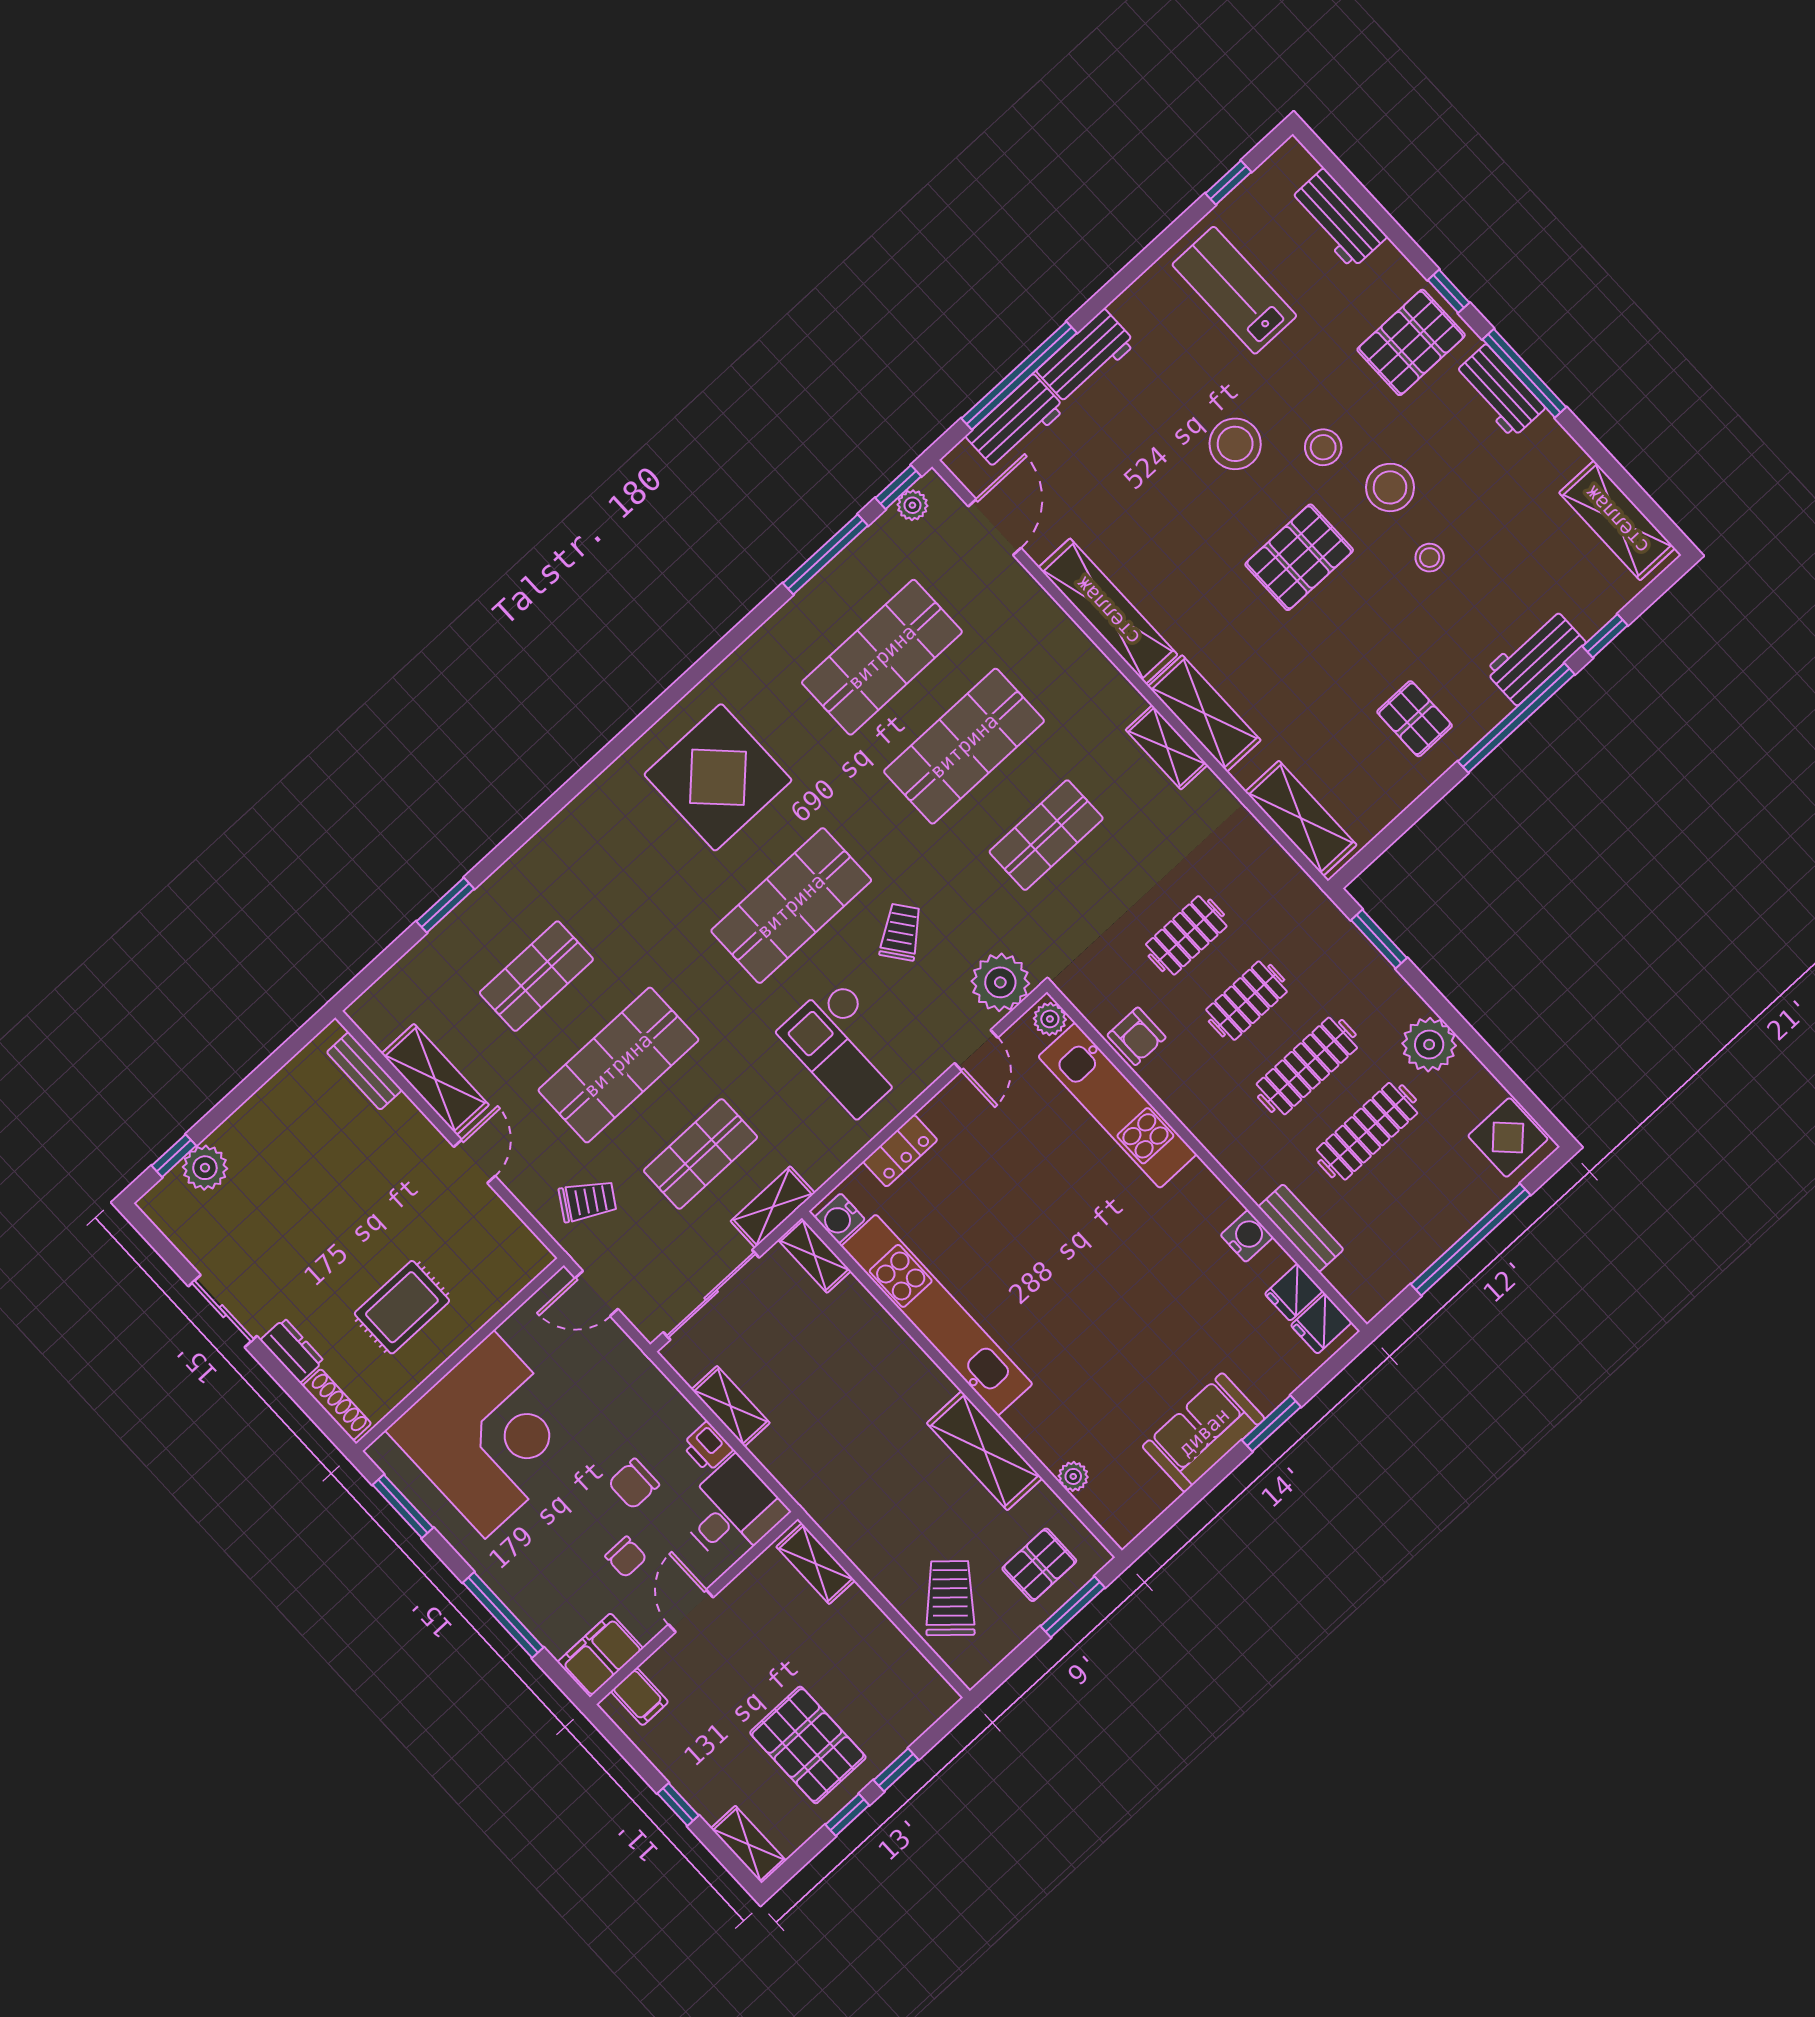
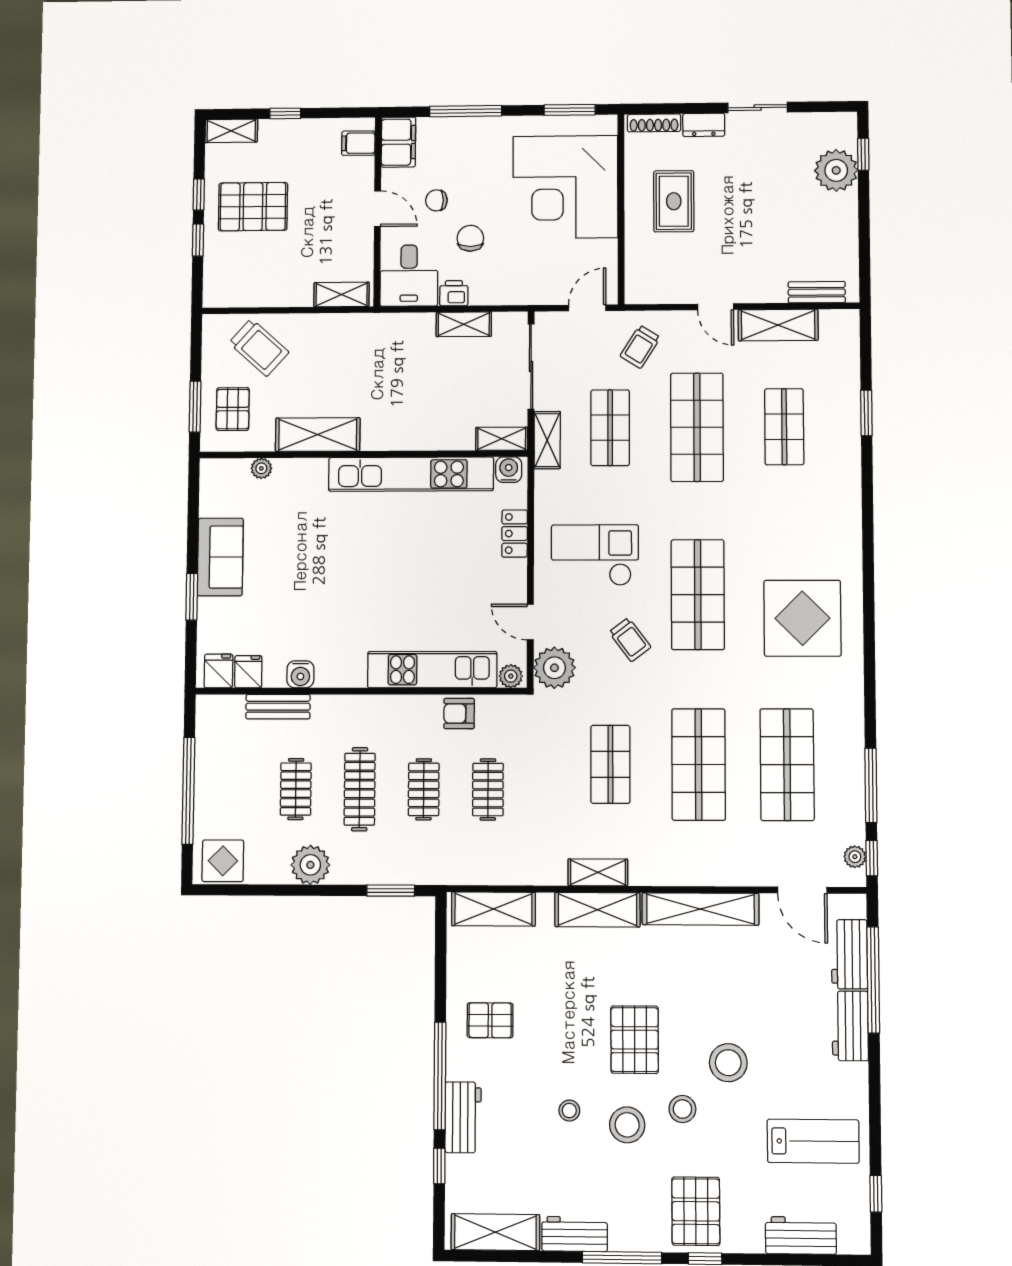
workbench: (1499, 391) -> (575, 1234), moved
clothes rail: (1367, 1131) -> (296, 789), width x0.73
plant: (205, 1168) -> (836, 170), width x1.36, depth x1.36

